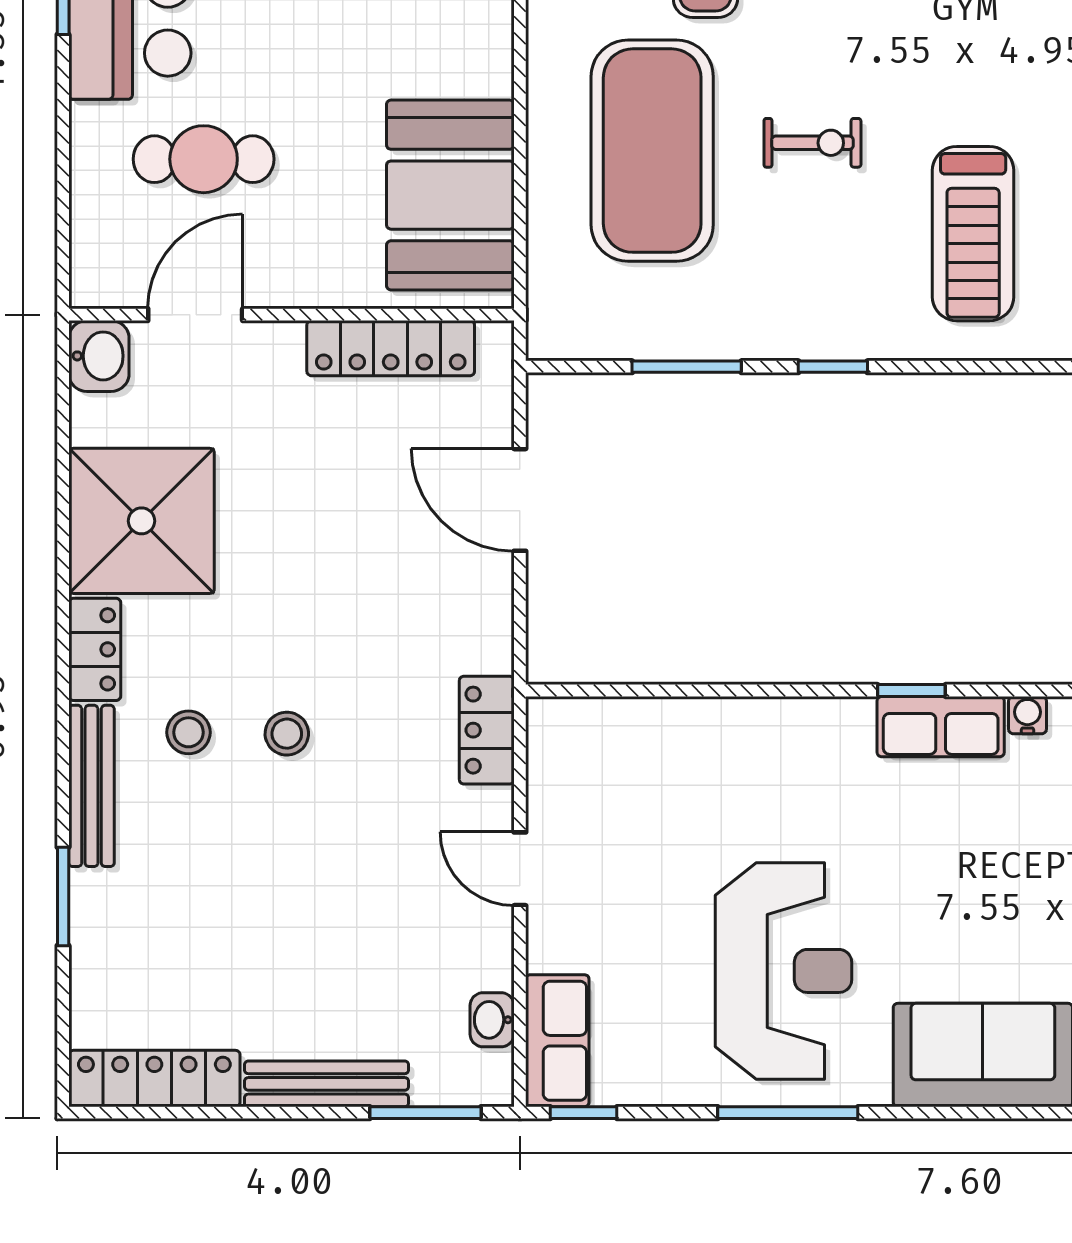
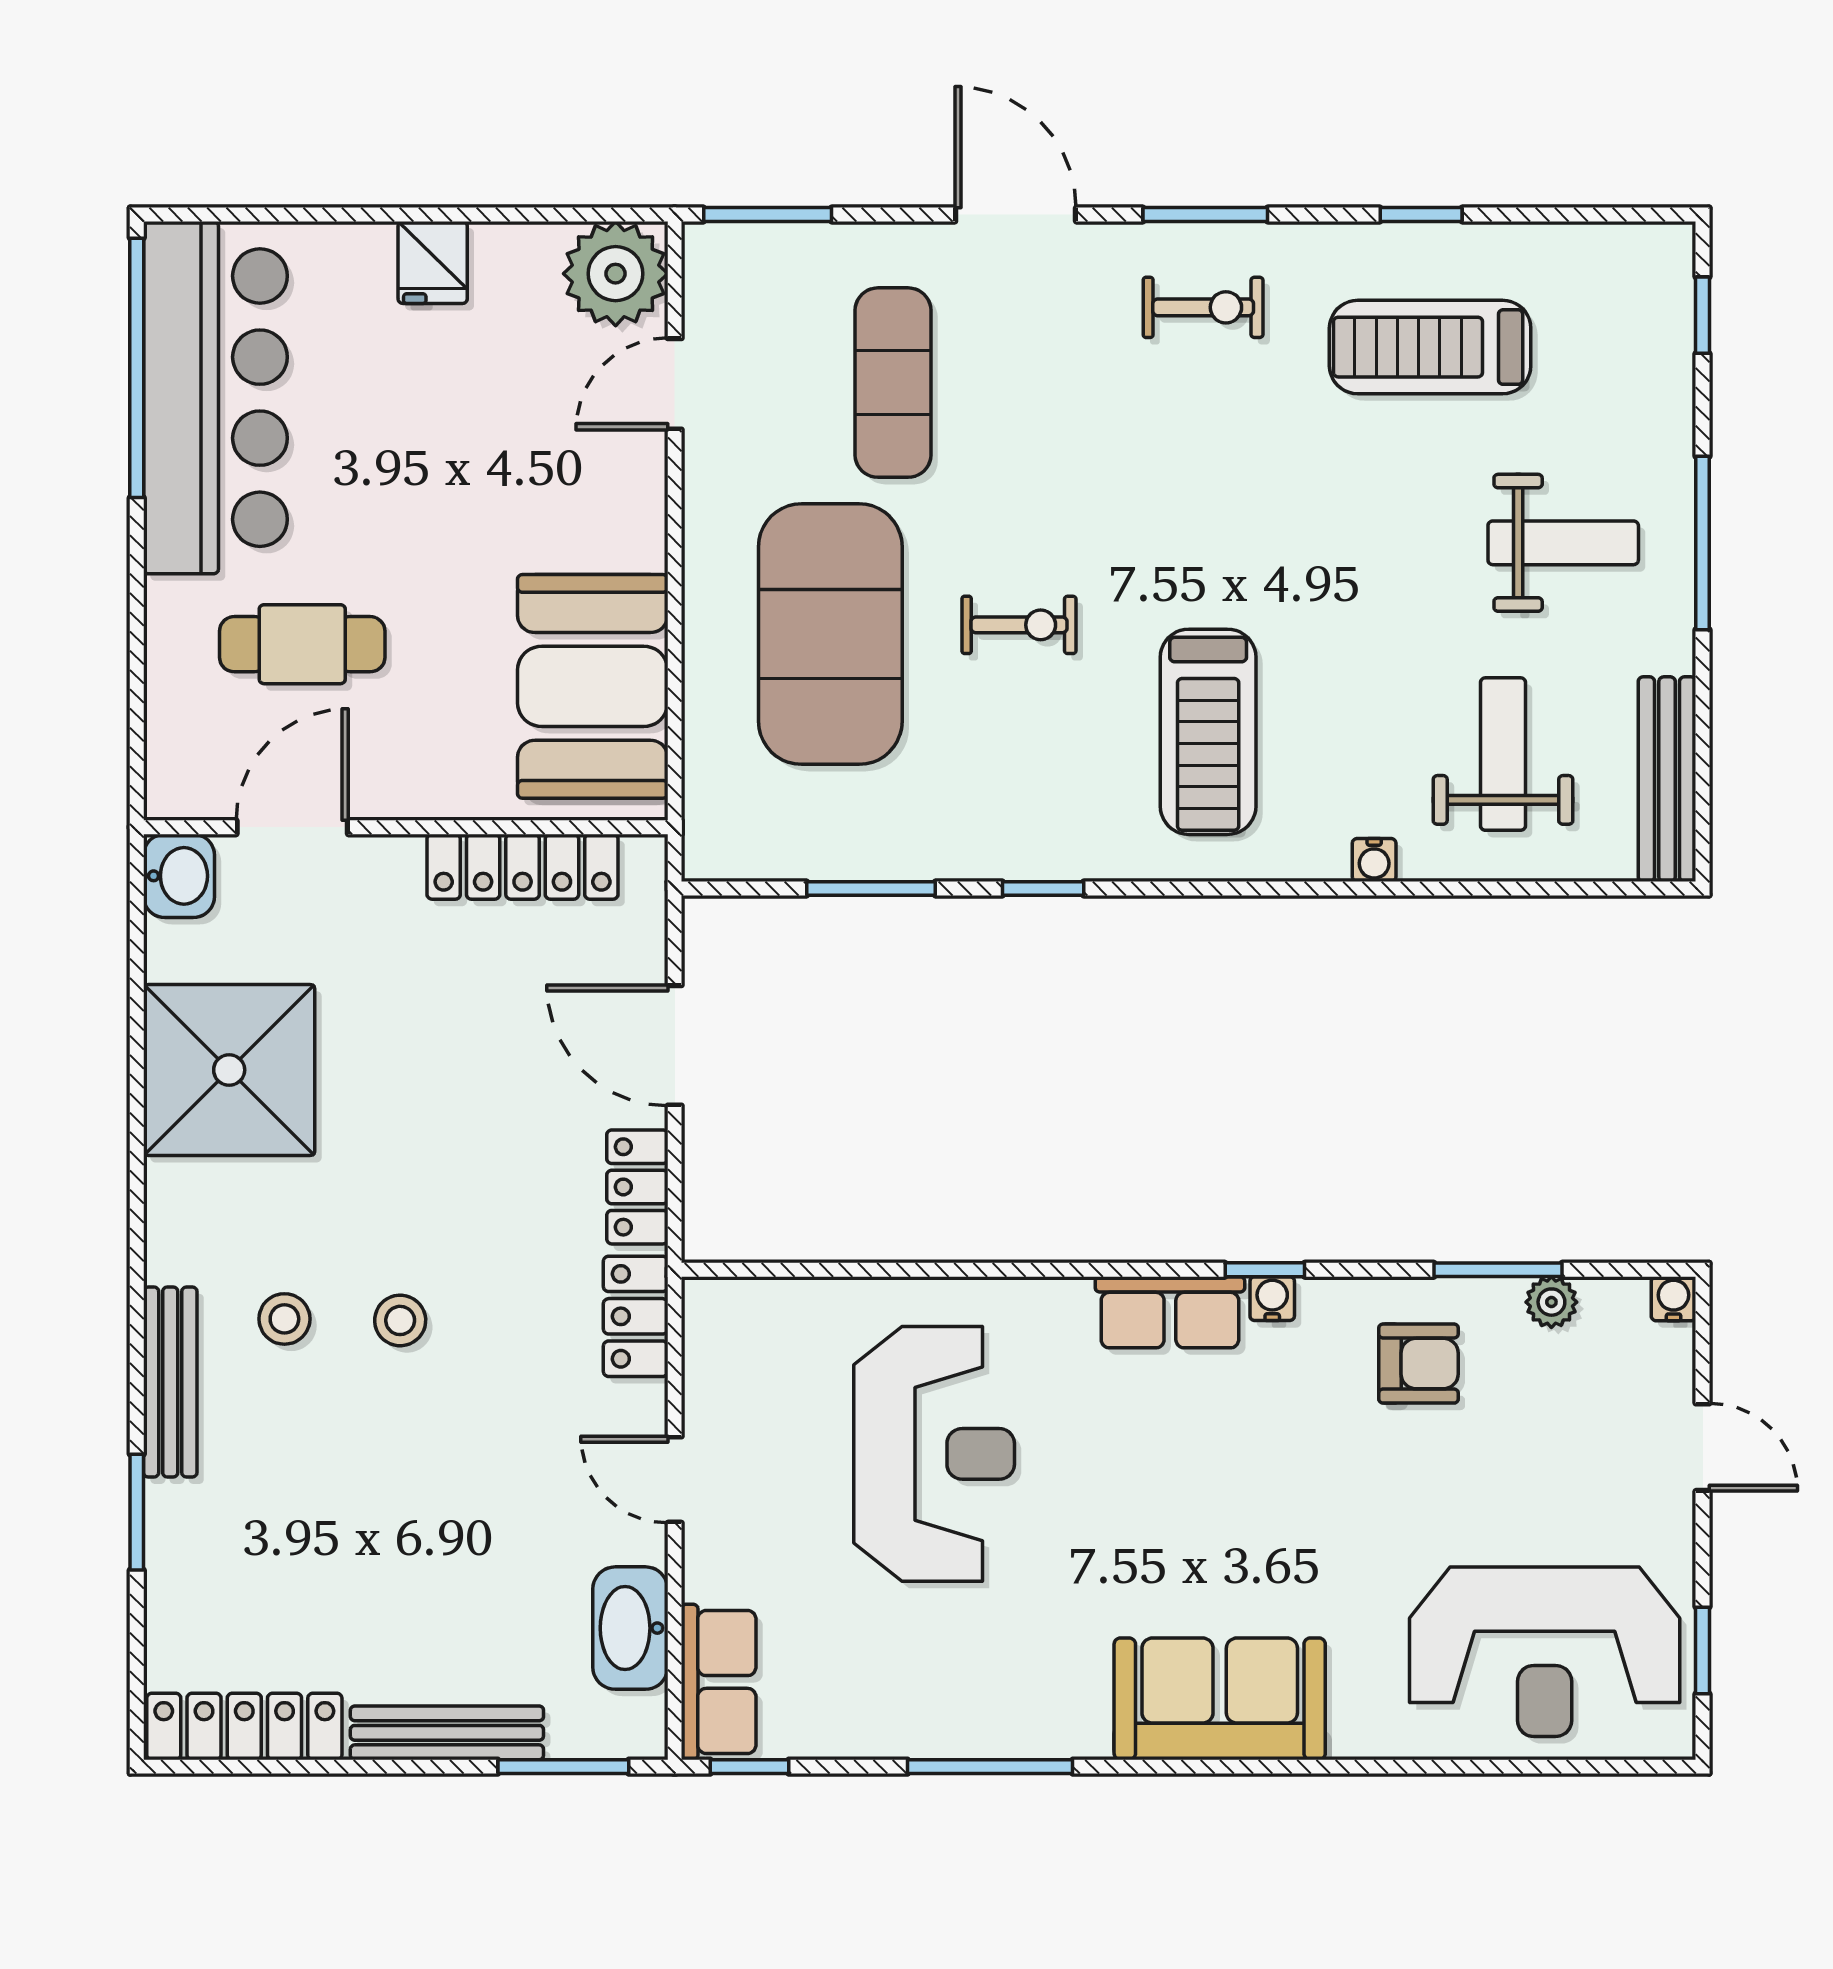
locker: (95, 649) -> (637, 1187), moved, turned 180
window: (911, 691) -> (1265, 1270), moved
reception desk: (784, 971) -> (934, 1454), moved
washbasin: (492, 1020) -> (630, 1628), width x1.91, depth x1.45

